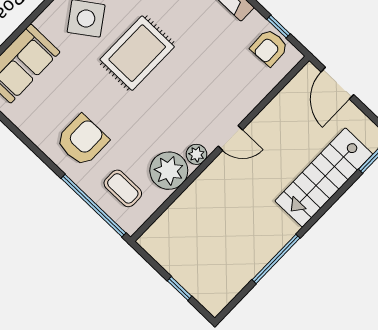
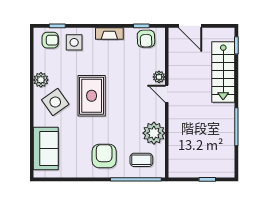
door: (230, 138) -> (167, 94), swing flipped
plant: (197, 154) -> (159, 77), moved

